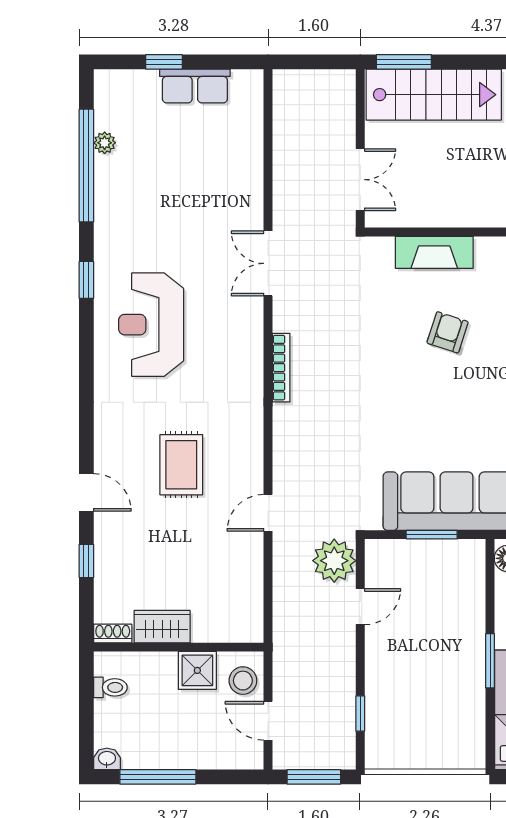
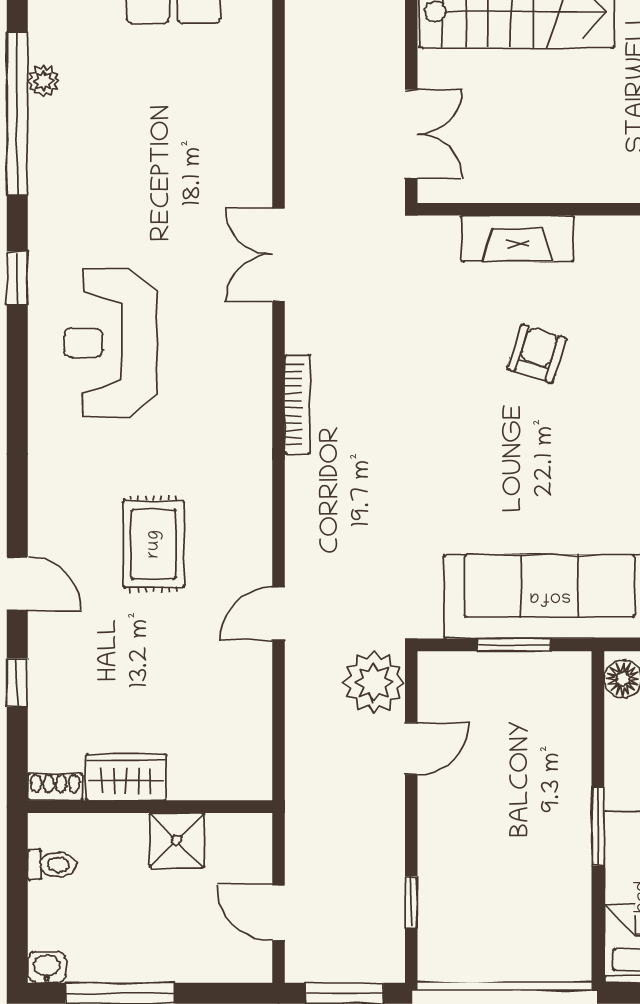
stool: (243, 681) -> (242, 855), removed

